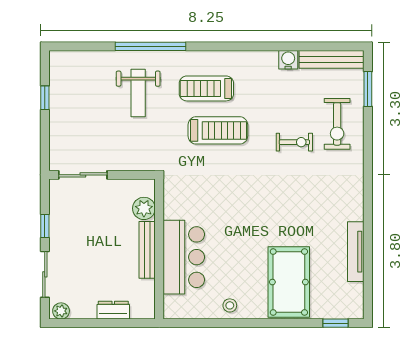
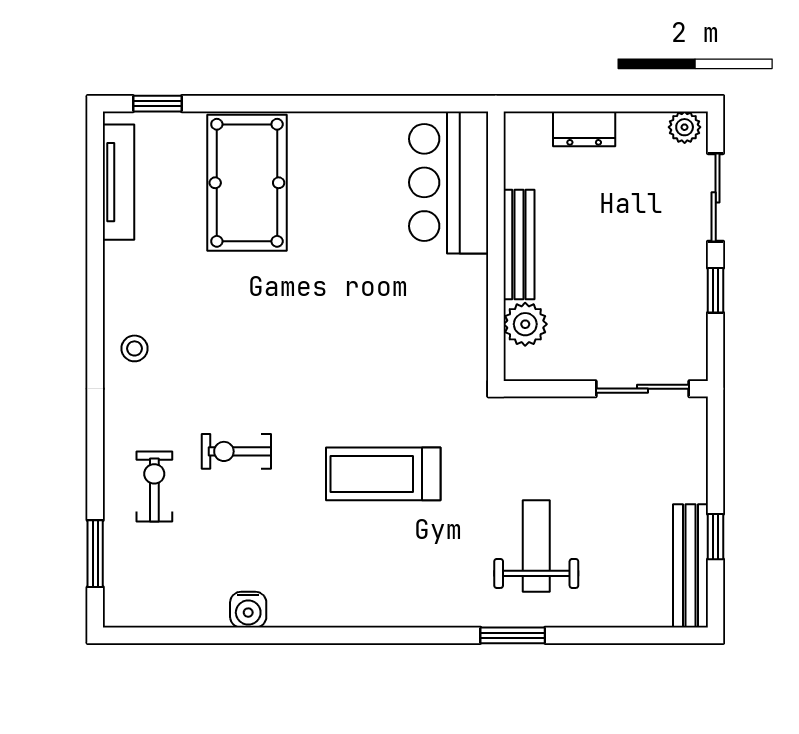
window: (150, 46) -> (513, 635), width x0.47
bench: (331, 59) -> (691, 566), moved, turned 90
treadmill: (206, 88) -> (405, 554), removed
exercise bike: (337, 124) -> (154, 486), width x0.73, depth x0.72
tv unit: (356, 252) -> (119, 182), moved
bar counter: (184, 257) -> (449, 182), moved
stool: (230, 305) -> (134, 348), moved

